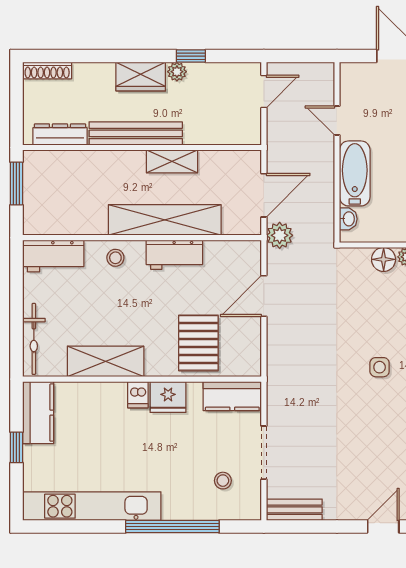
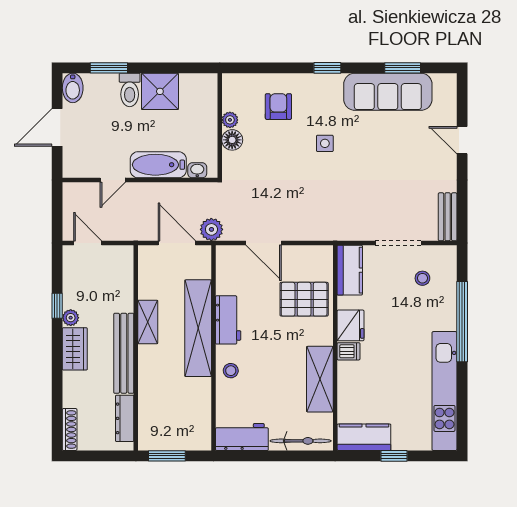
workbench: (53, 256) -> (242, 437), moved, turned -90

